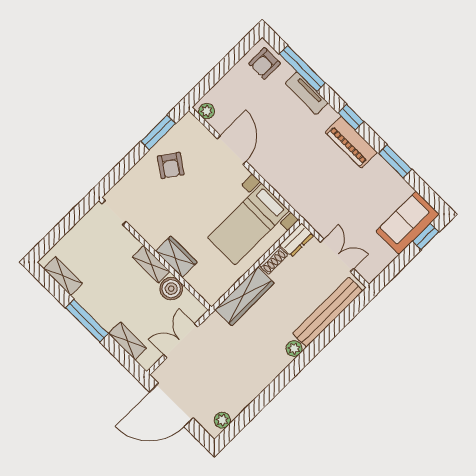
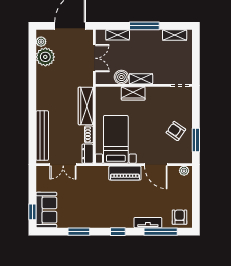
piano: (351, 142) -> (125, 173), moved, turned 180
plant: (294, 349) -> (45, 57), moved, width x1.88, depth x1.88

